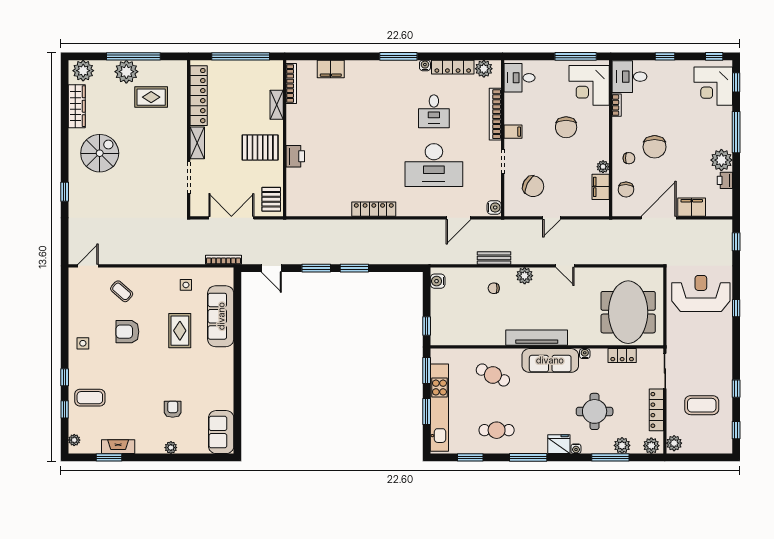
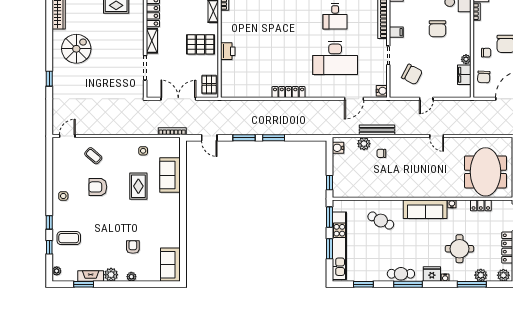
bench: (494, 258) -> (377, 130), width x1.36
plant: (525, 276) -> (364, 144), moved
sofa: (221, 316) -> (170, 175), width x0.73
tv unit: (537, 338) -> (415, 192), removed
cafe table: (497, 430) -> (401, 274), moved
plant: (145, 445) -> (111, 275), added

